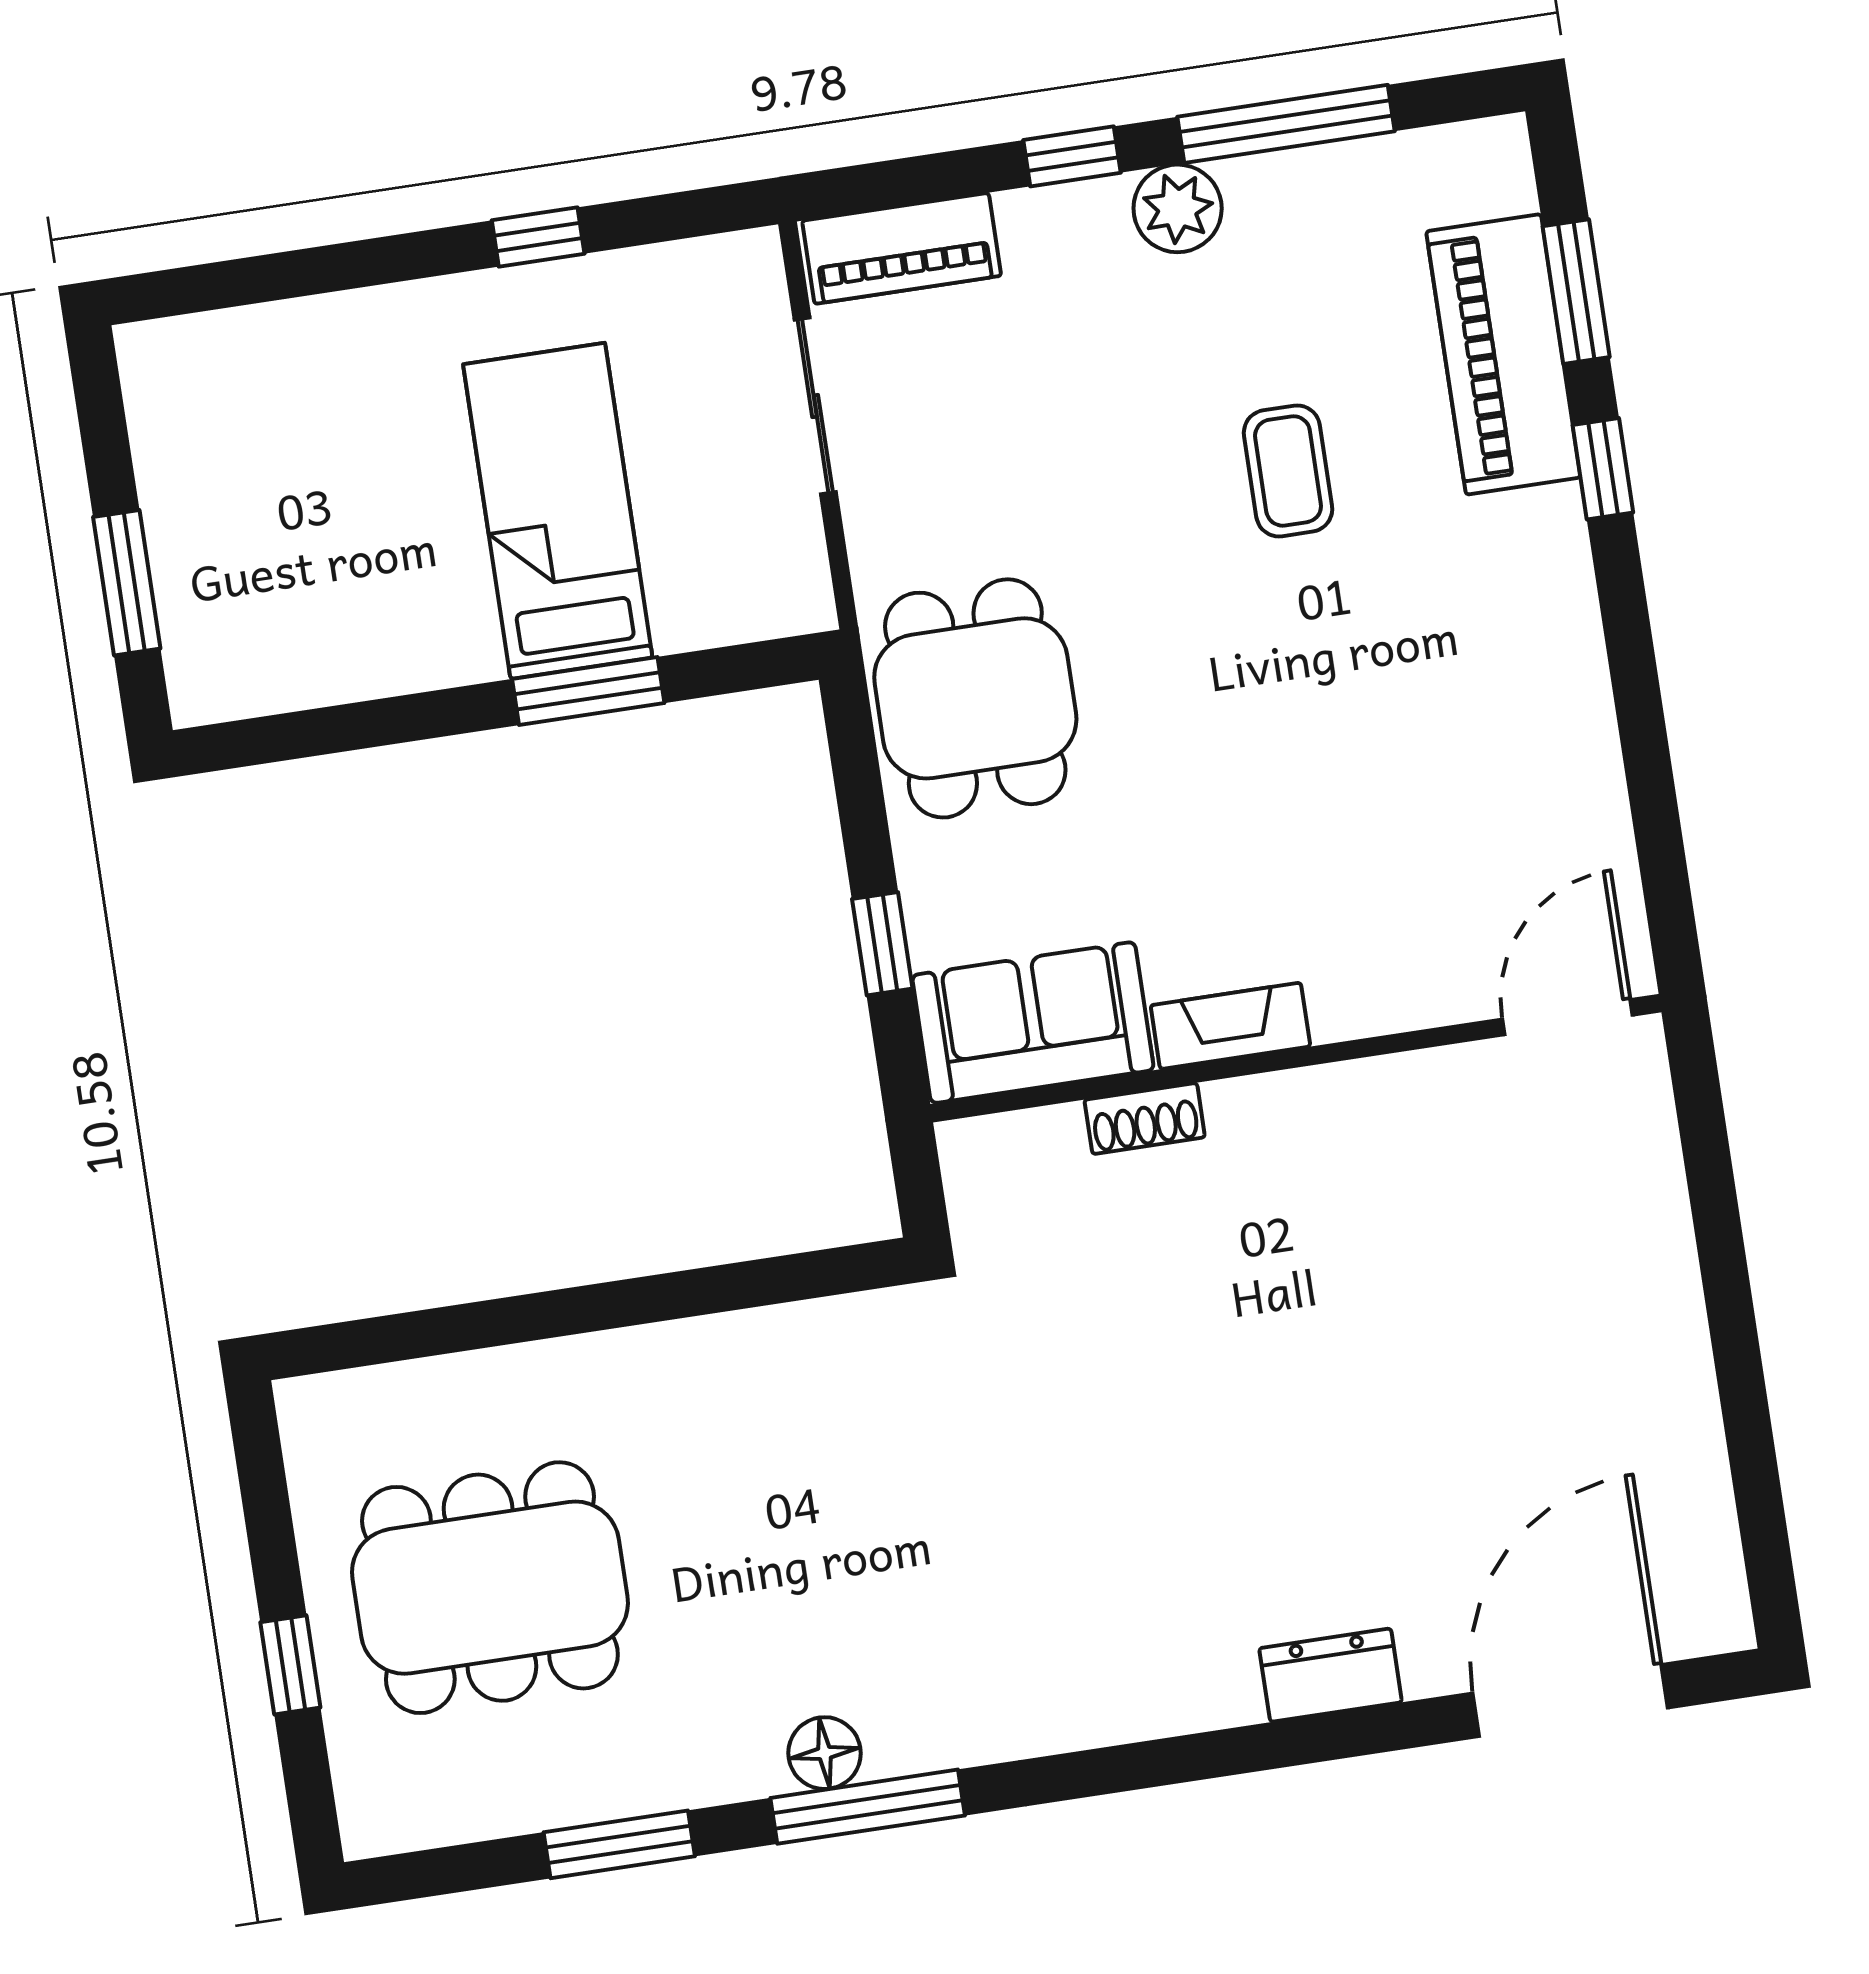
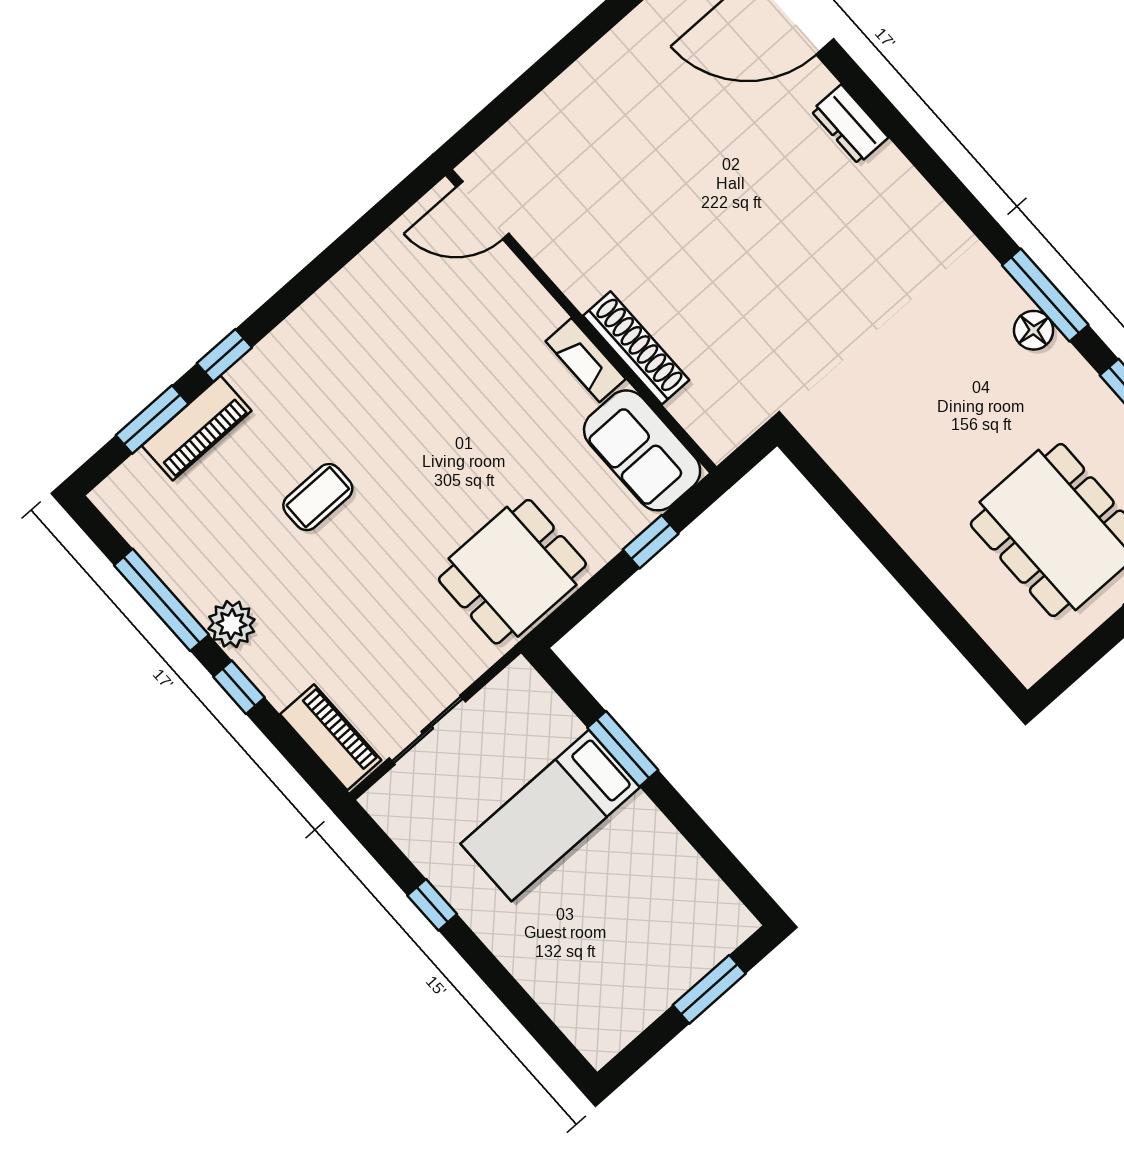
piano: (1503, 354) -> (197, 428), width x0.73, depth x0.75
shoe rack: (1145, 1118) -> (636, 348), width x1.94, depth x1.24

